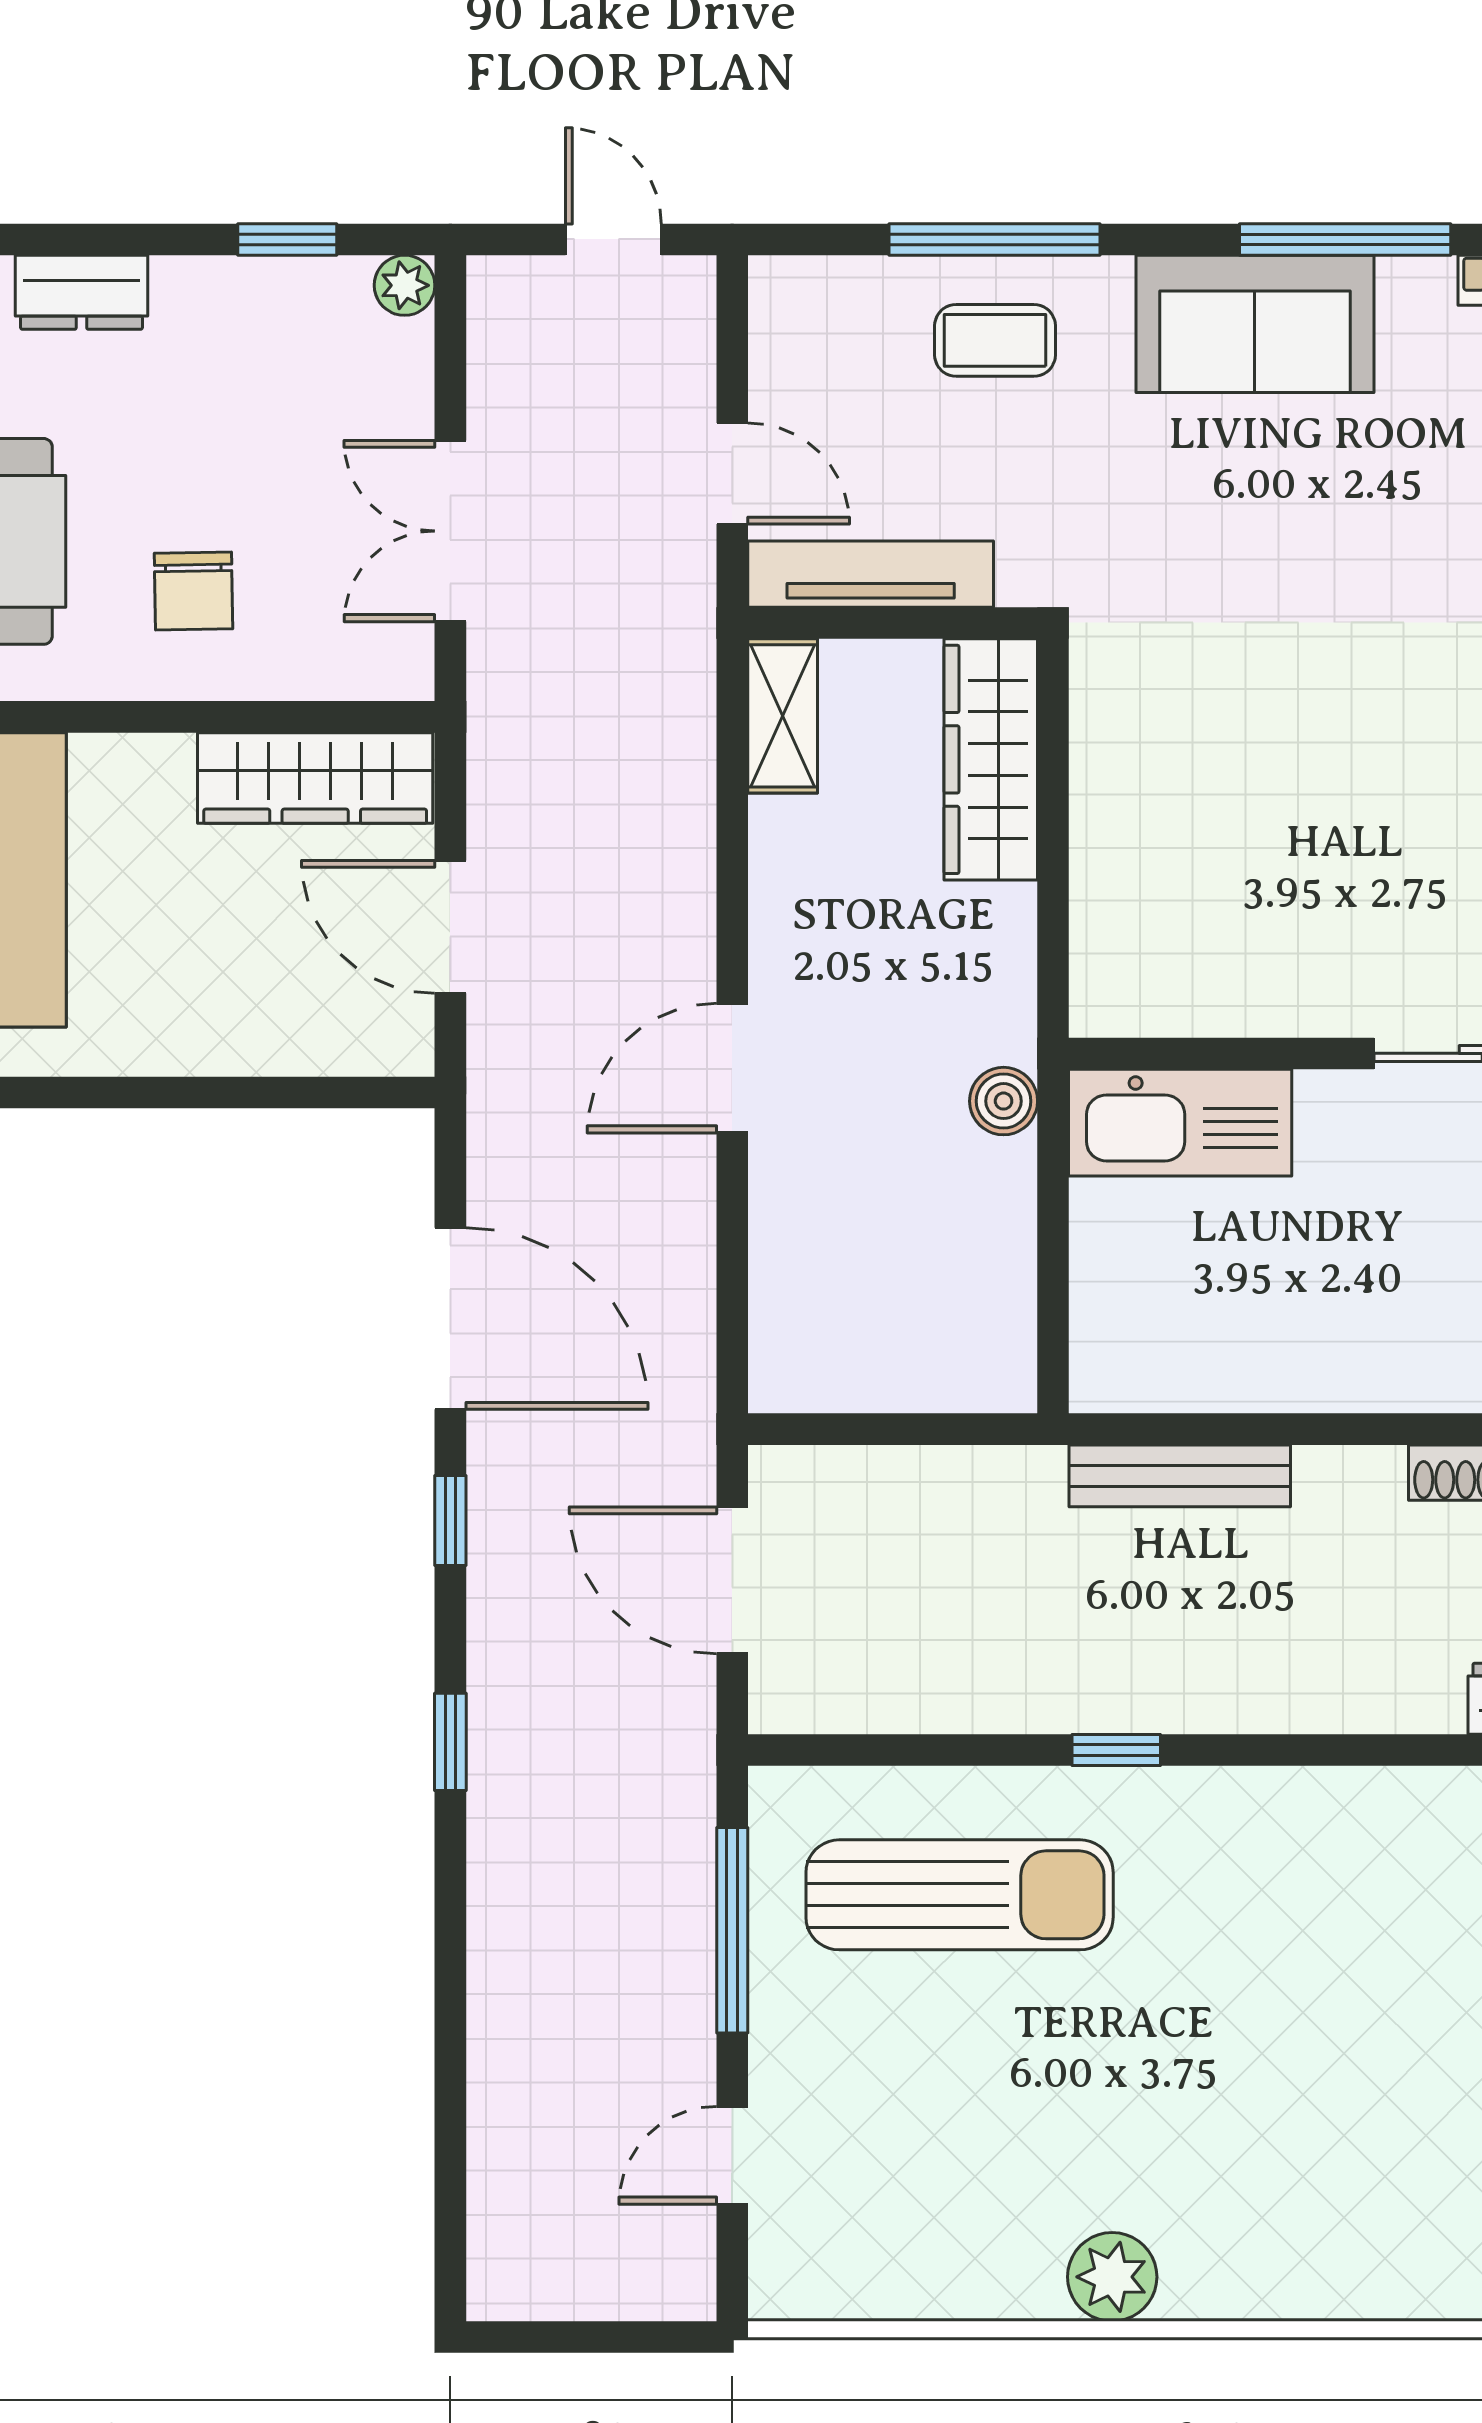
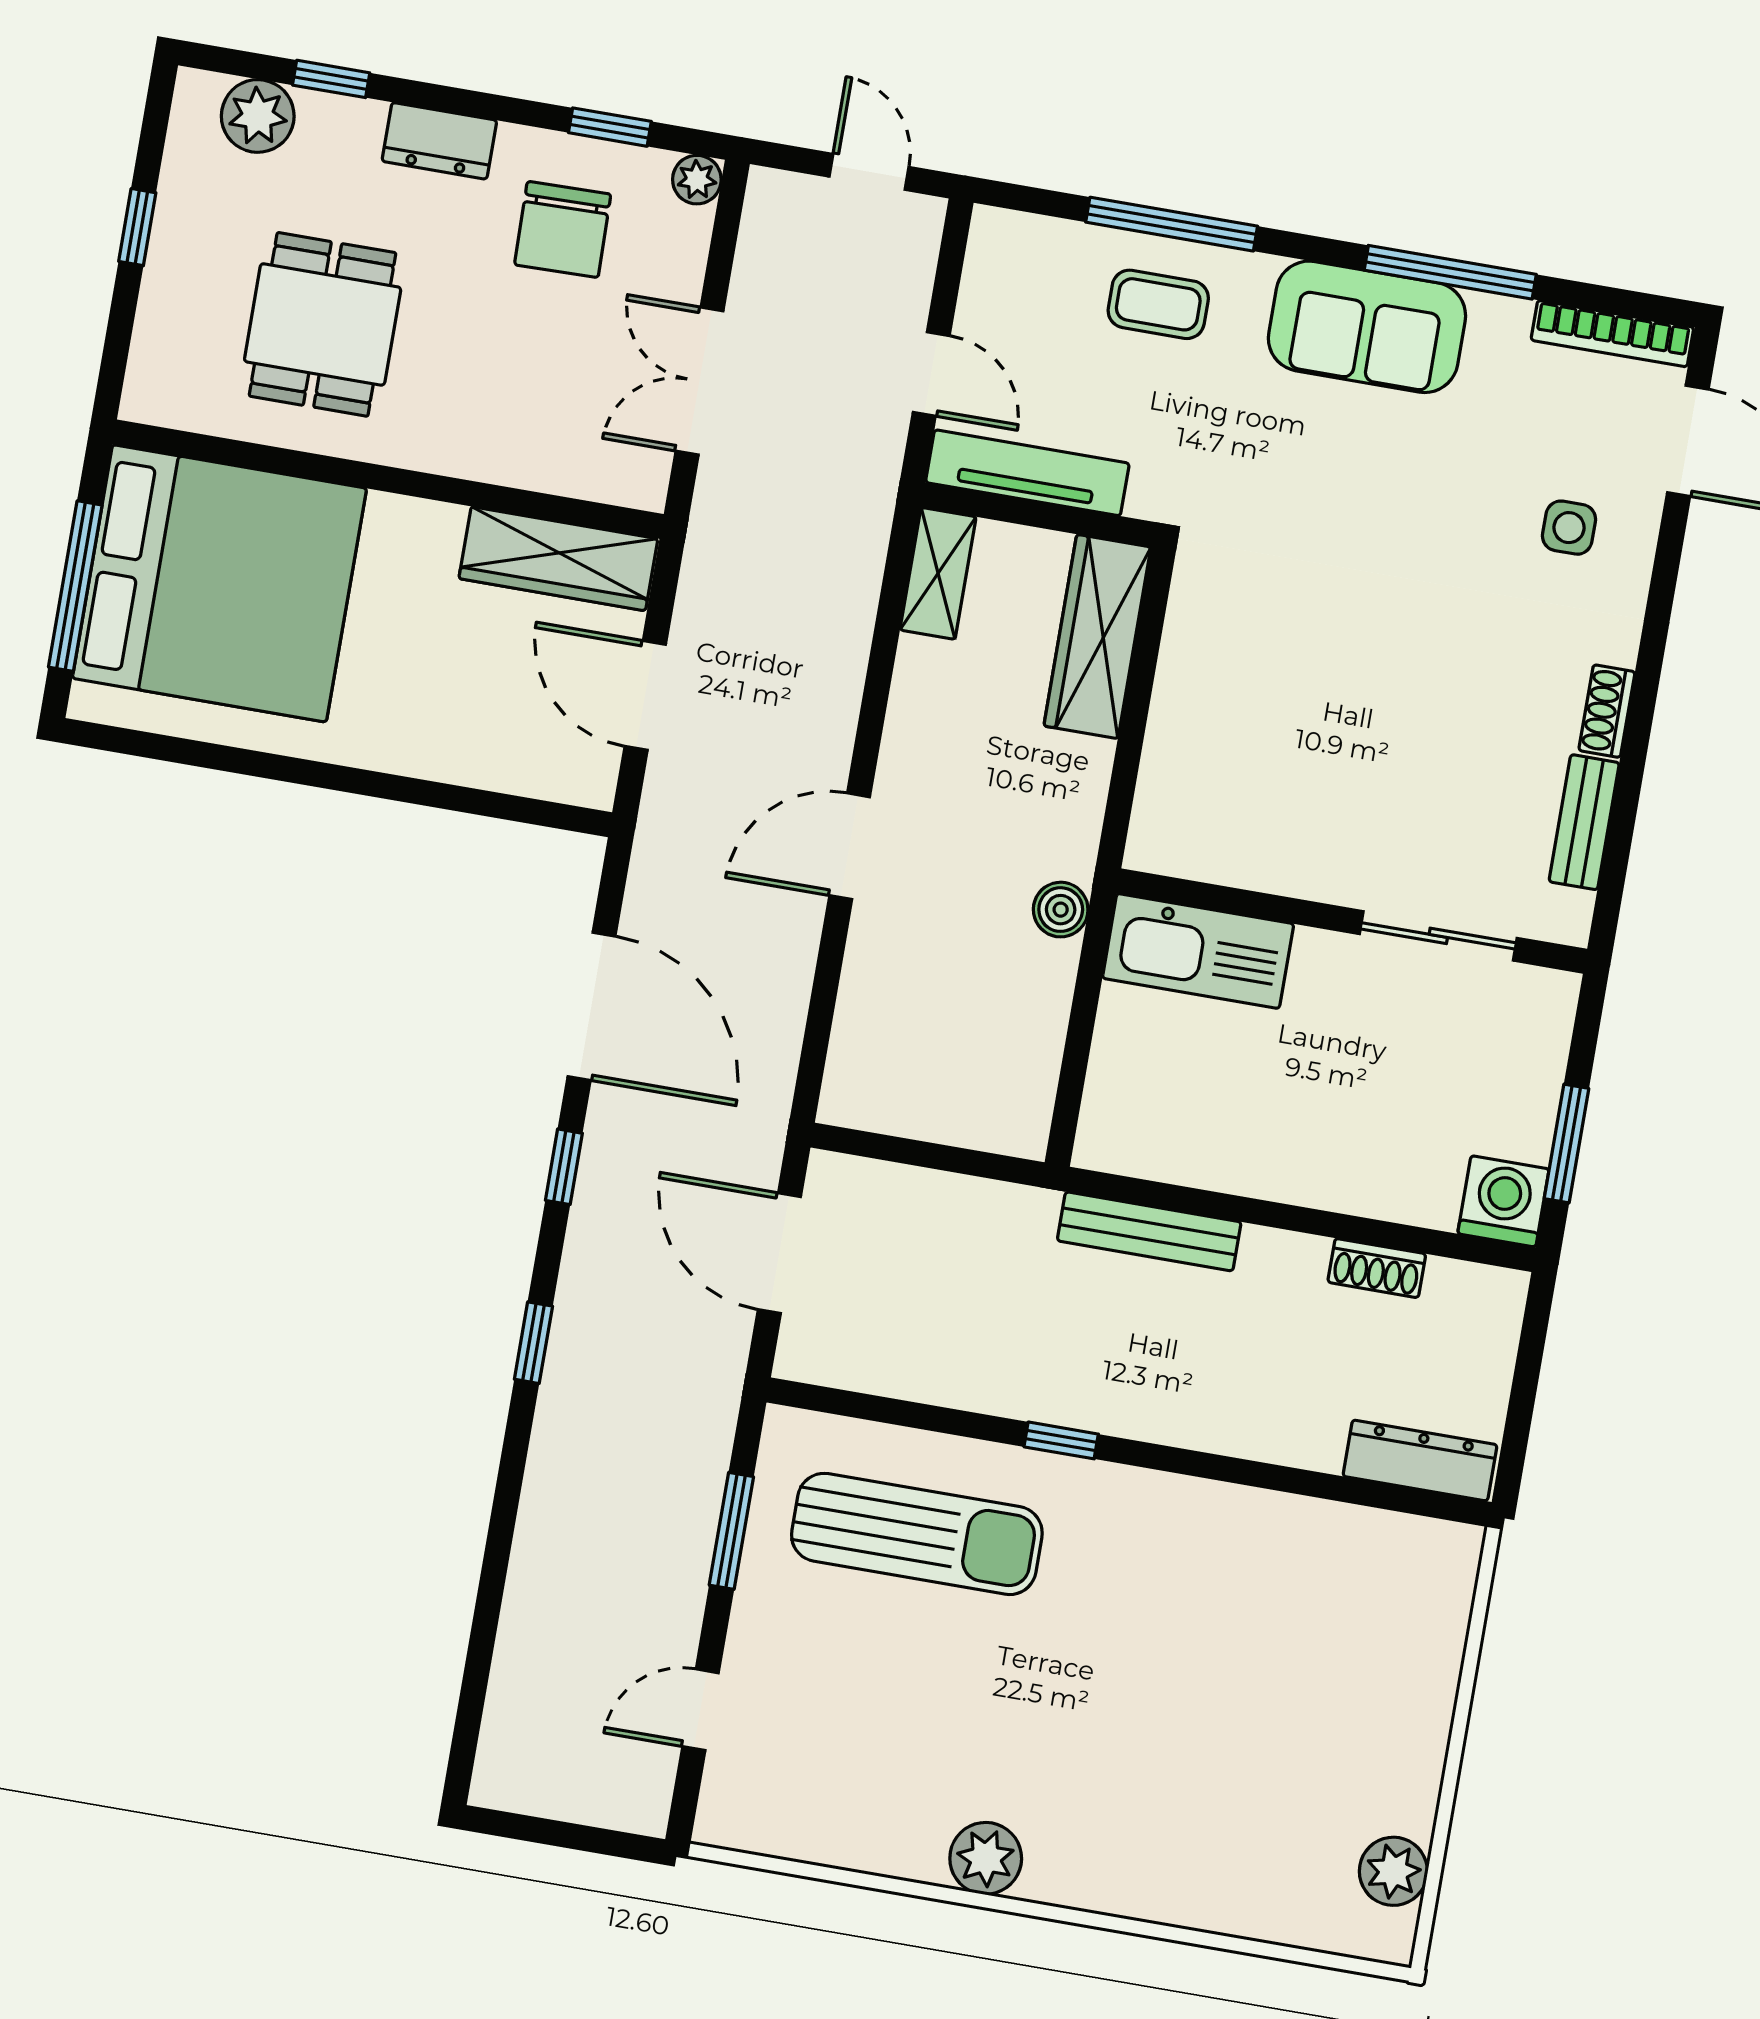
chair: (194, 591) -> (563, 229), moved, width x1.37, depth x1.37
window: (732, 1930) -> (731, 1531), width x0.69

